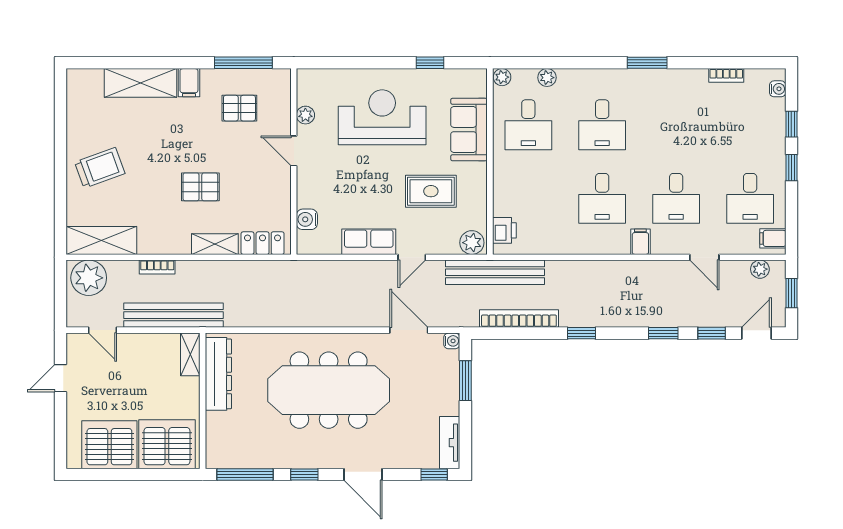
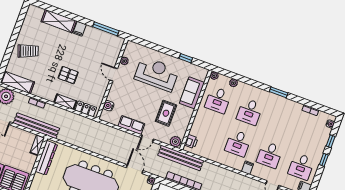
pallet: (239, 108) -> (97, 48), removed
rug: (431, 191) -> (166, 113), turned 90

